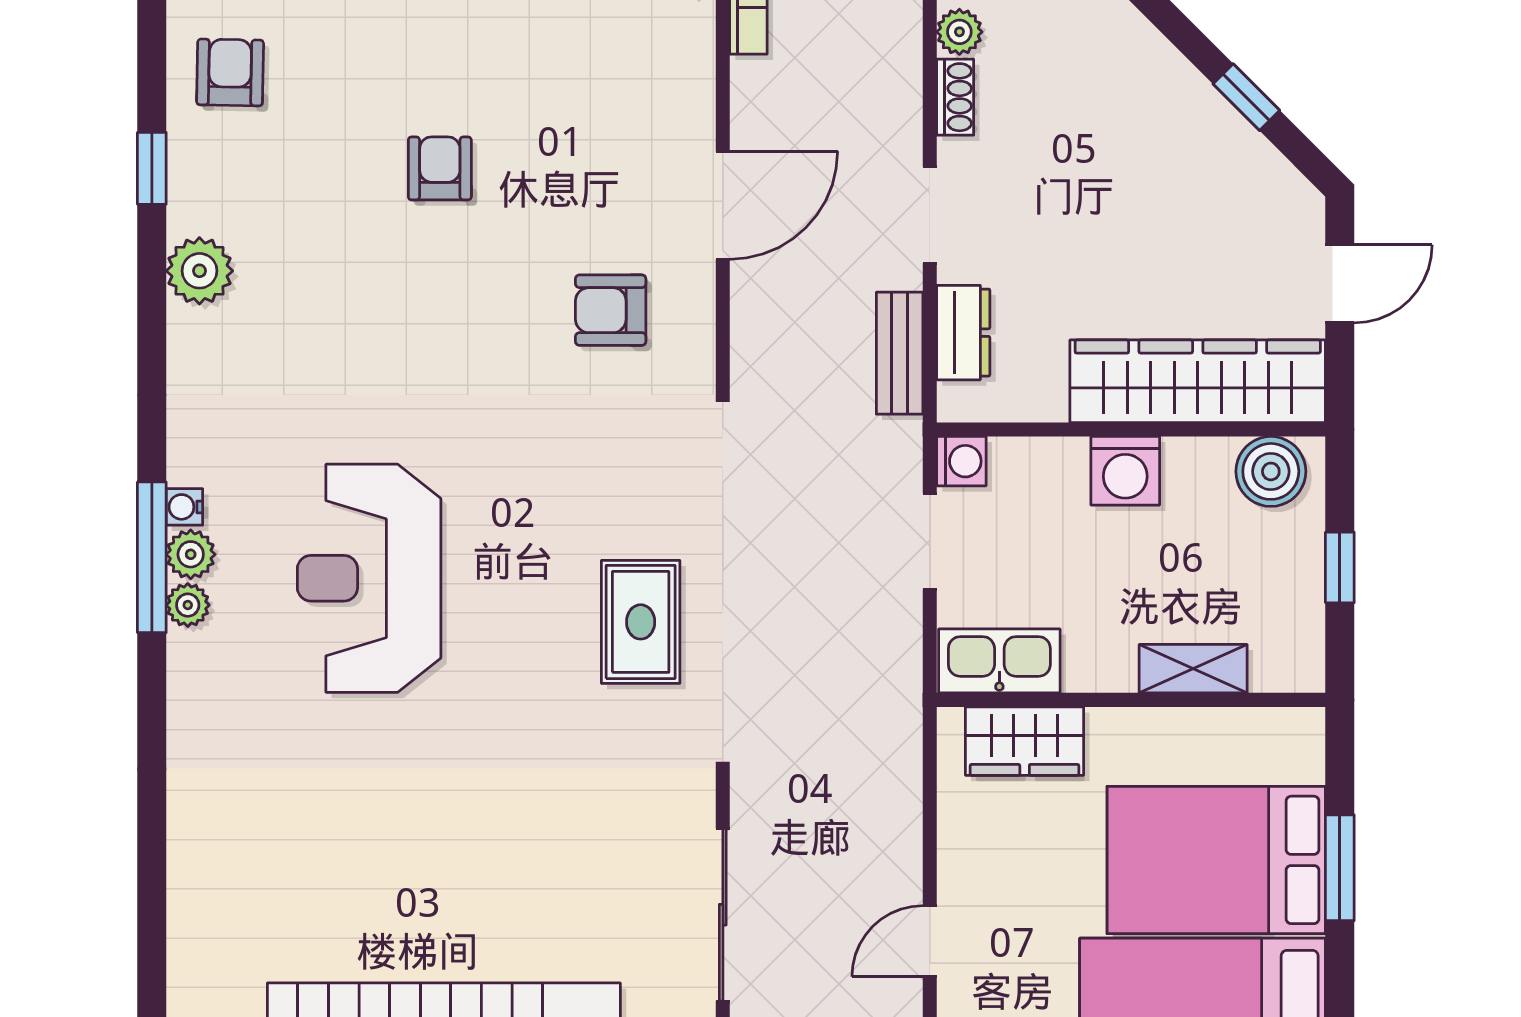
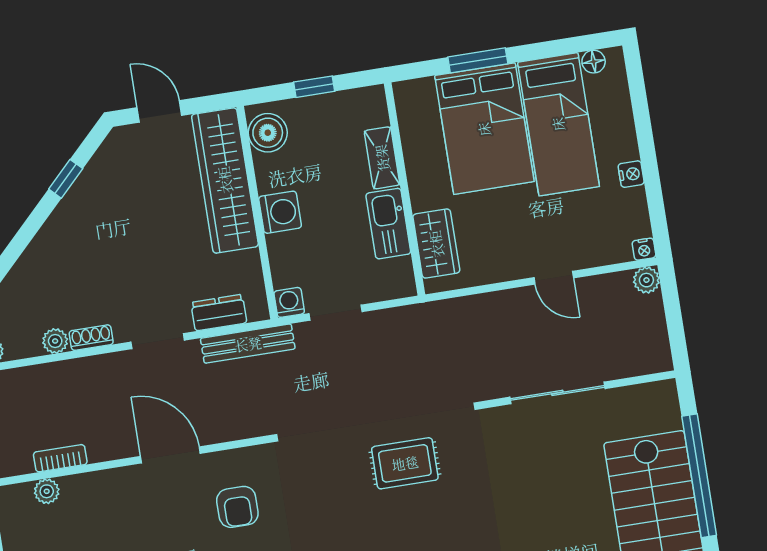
bench: (900, 353) -> (248, 344), width x1.36
kitchen sink: (999, 661) -> (388, 224), moved

